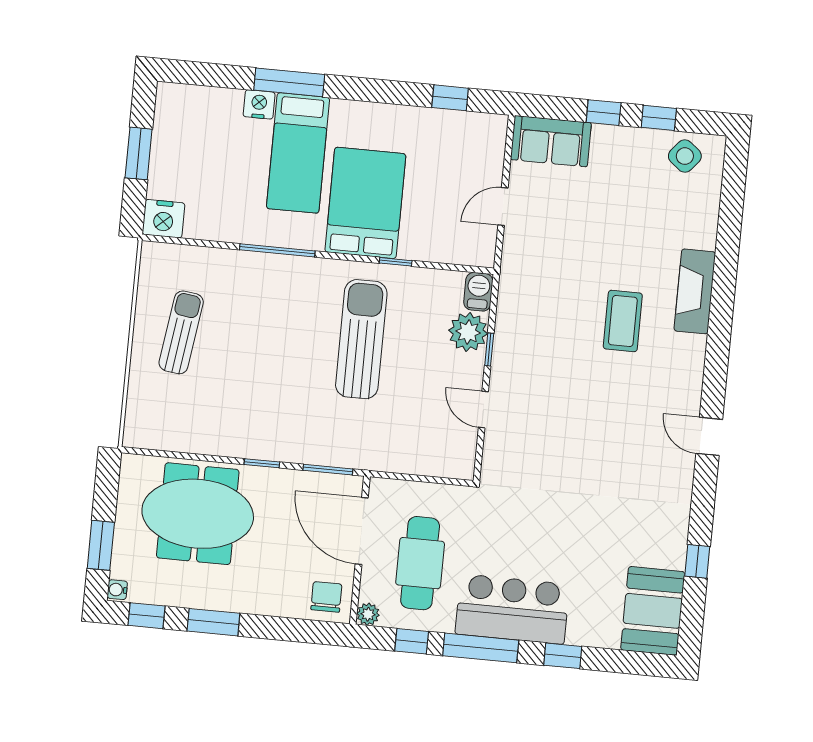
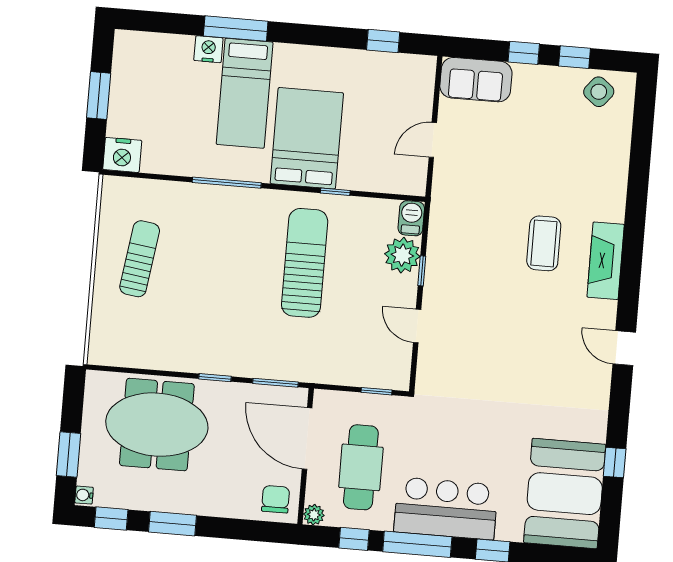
fireplace: (695, 291) -> (606, 261), moved
window: (438, 480) -> (376, 391), added
booth: (653, 611) -> (565, 494), width x1.36, depth x1.42

